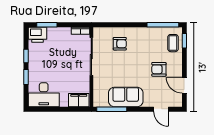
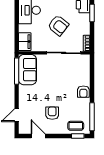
armchair: (120, 44) -> (83, 92), moved
armchair: (61, 63) -> (58, 25), added
door: (184, 85) -> (38, 136), hinge flipped
sofa: (126, 97) -> (27, 70), moved

